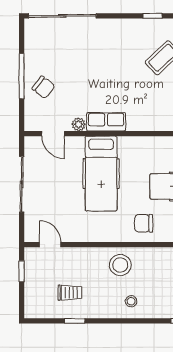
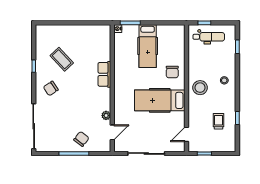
chair: (119, 41) -> (51, 88), added
row of seats: (106, 122) -> (104, 74), moved
hospital bed: (101, 174) -> (160, 100), moved, turned 180

